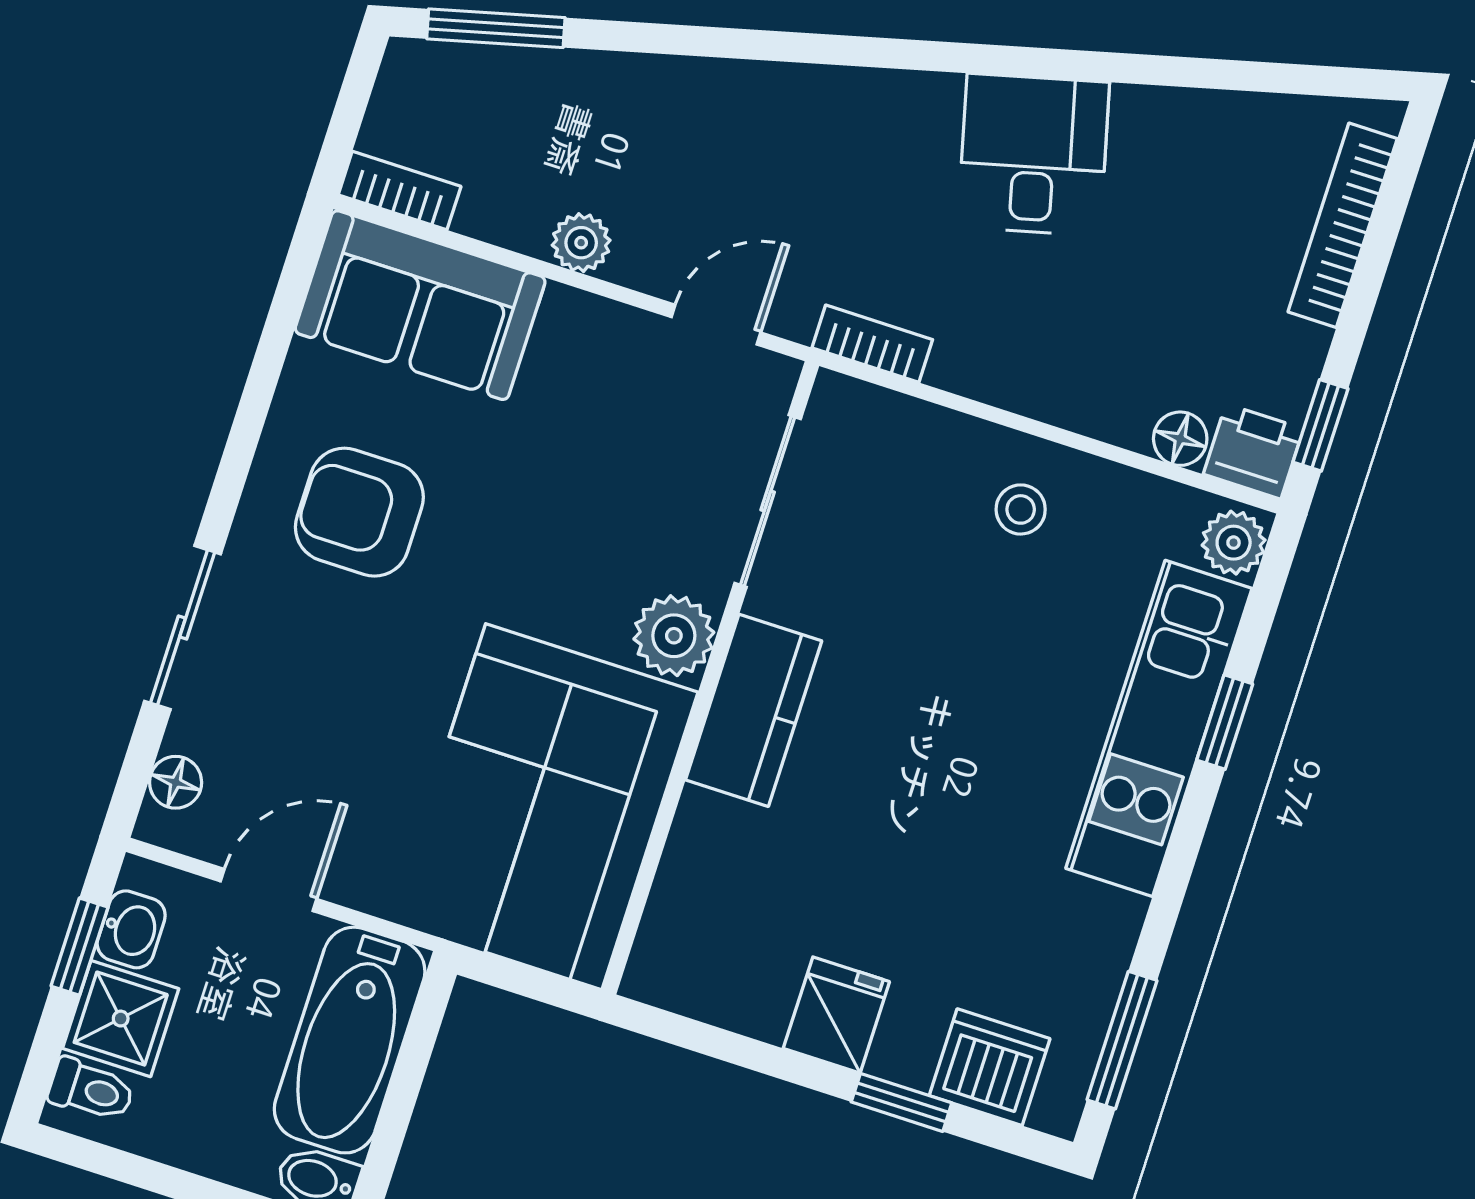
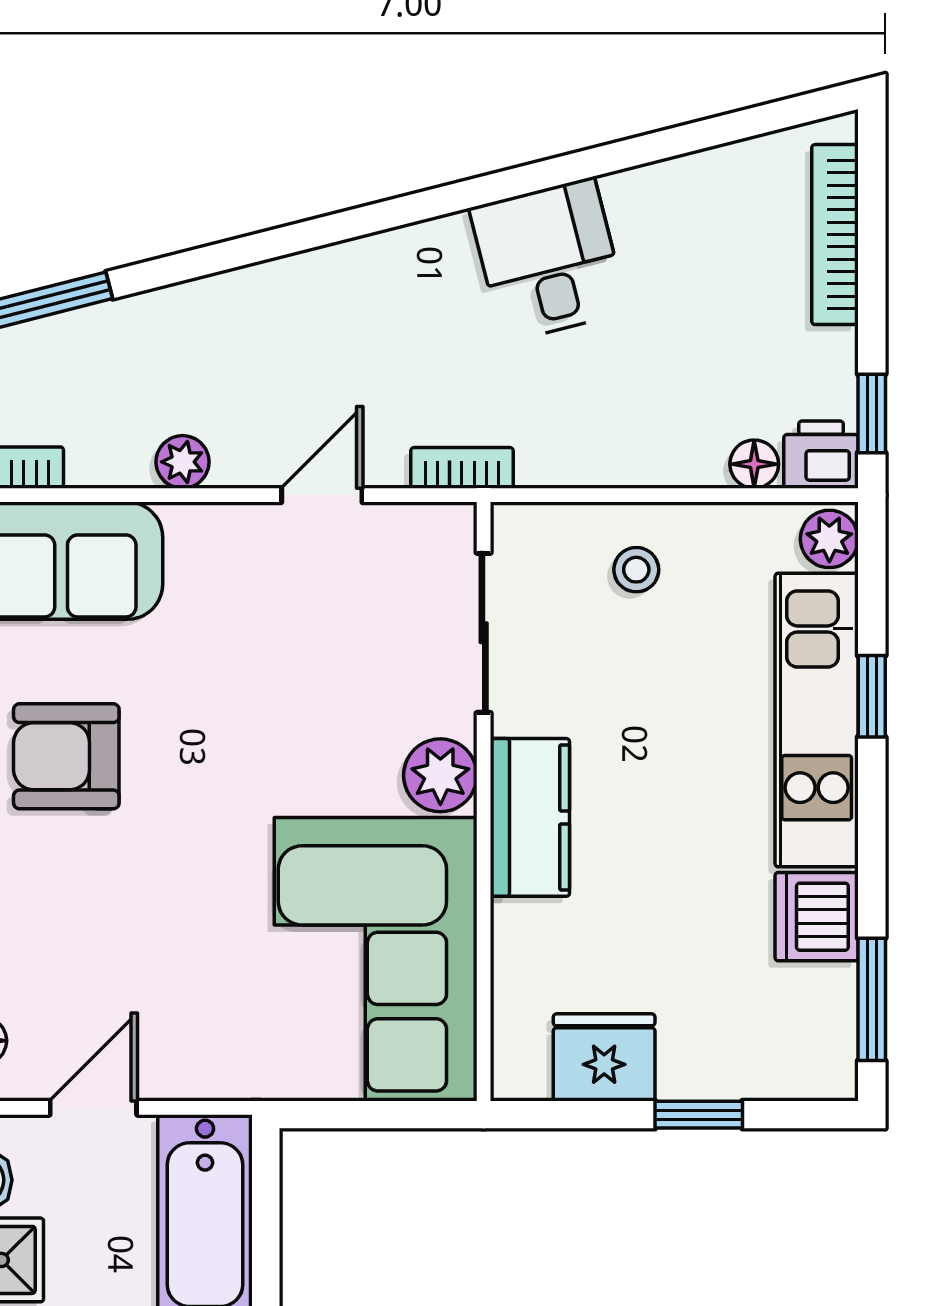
sliding door: (768, 501) -> (484, 633), moved
plant: (674, 636) -> (440, 775), moved
wall: (710, 678) -> (484, 801), moved
kitchen counter: (754, 710) -> (530, 817), moved
corner sofa: (544, 807) -> (376, 959), moved
fridge: (836, 1015) -> (604, 1057), width x1.38
dishwasher: (990, 1067) -> (817, 917), moved, turned -90

